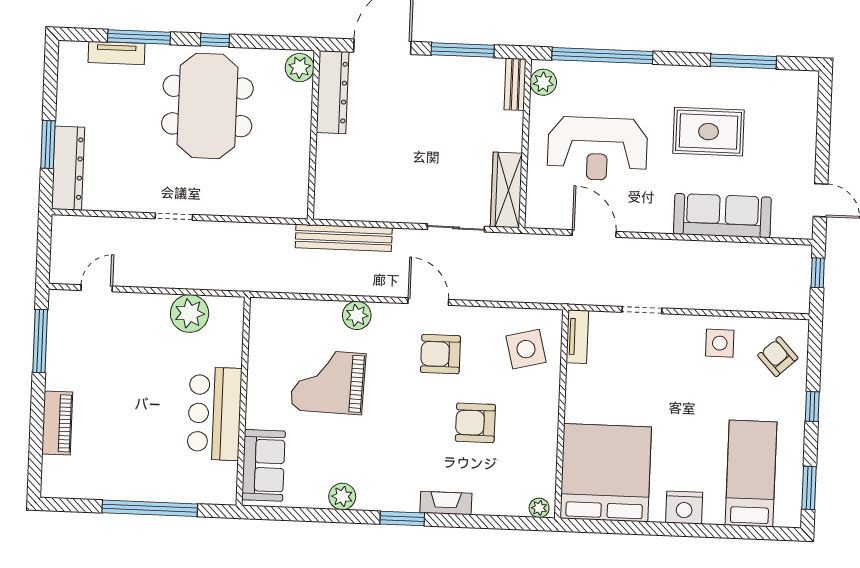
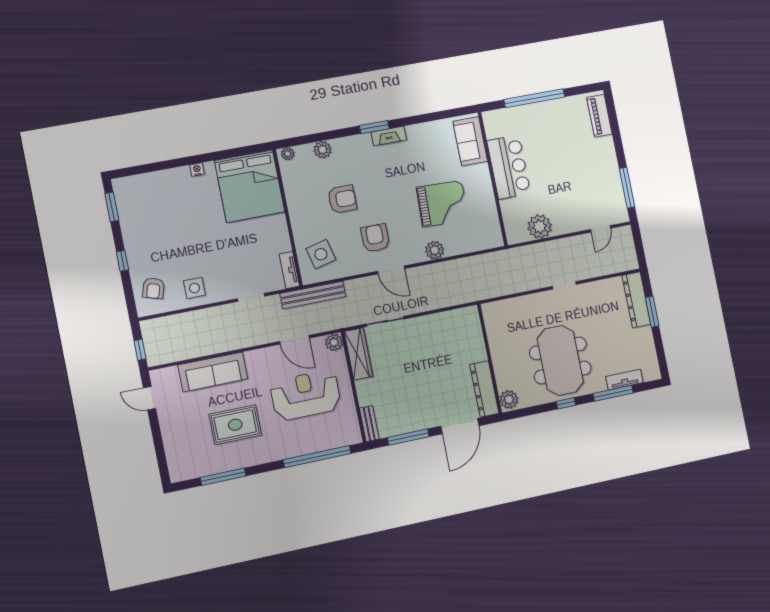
plant: (543, 82) -> (334, 342), moved
bench: (344, 238) -> (313, 295), moved
armchair: (440, 354) -> (375, 238), turned -90
armchair: (778, 357) -> (154, 288), turned 60
piano: (57, 423) -> (599, 116), moved
bed: (751, 473) -> (153, 207), removed
plant: (342, 496) -> (322, 150), moved
fireplace: (446, 503) -> (389, 136), moved
nightstand: (684, 508) -> (197, 170), width x0.53, depth x0.56

